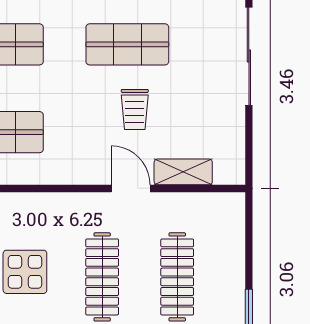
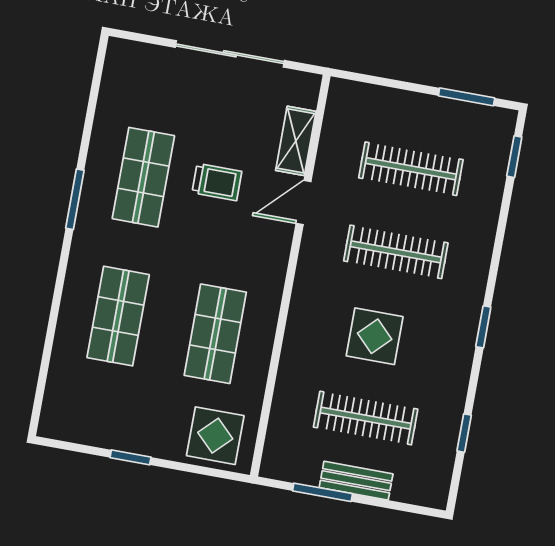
sliding door: (249, 56) -> (230, 54), moved

